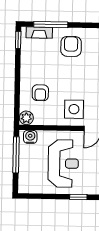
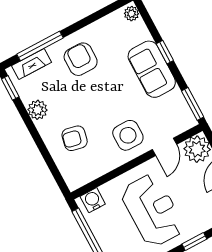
armchair: (40, 93) -> (75, 138), turned 102
plant: (26, 118) -> (38, 110), moved

